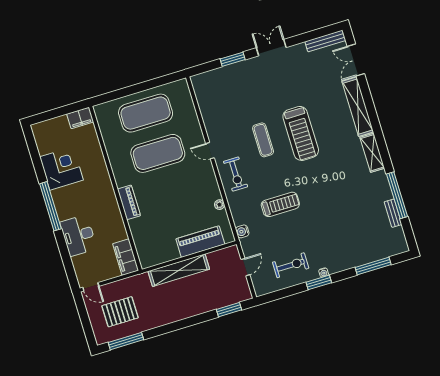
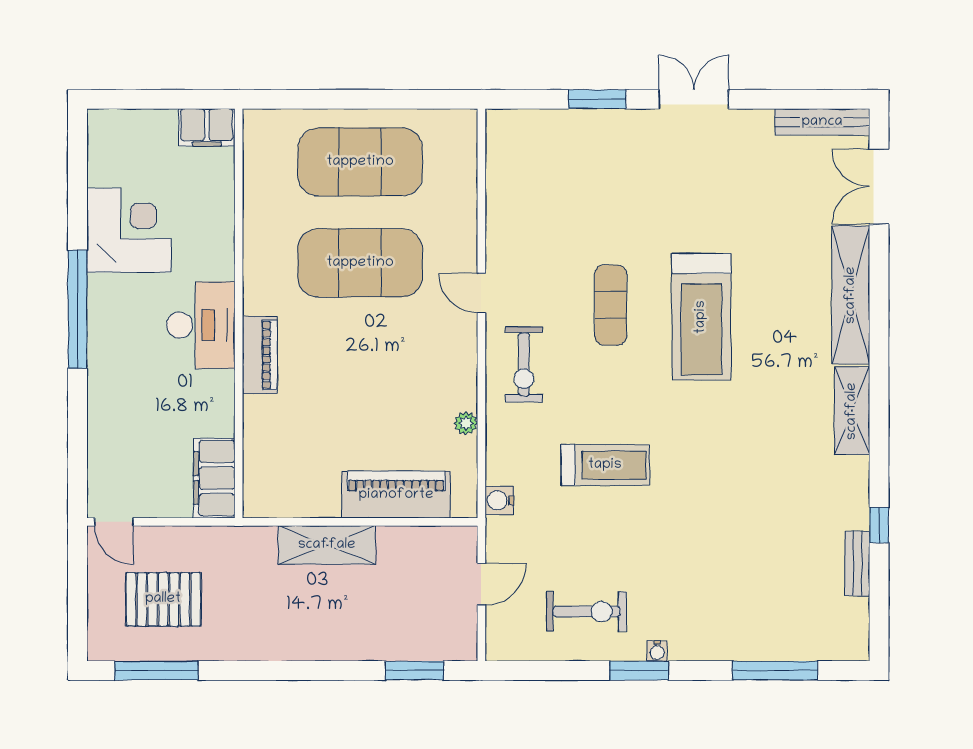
window: (397, 195) -> (879, 525), width x0.32
desk: (78, 235) -> (201, 325), moved, turned 180
shelving: (179, 270) -> (327, 545), width x0.68

